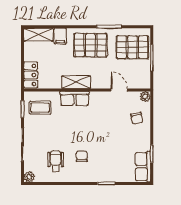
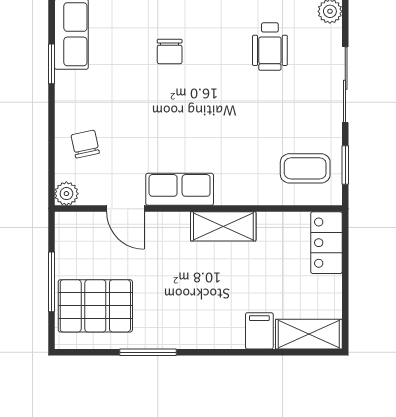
pallet: (90, 45) -> (191, 310), removed
row of seats: (75, 98) -> (180, 189), moved
chair: (82, 156) -> (170, 52), moved

